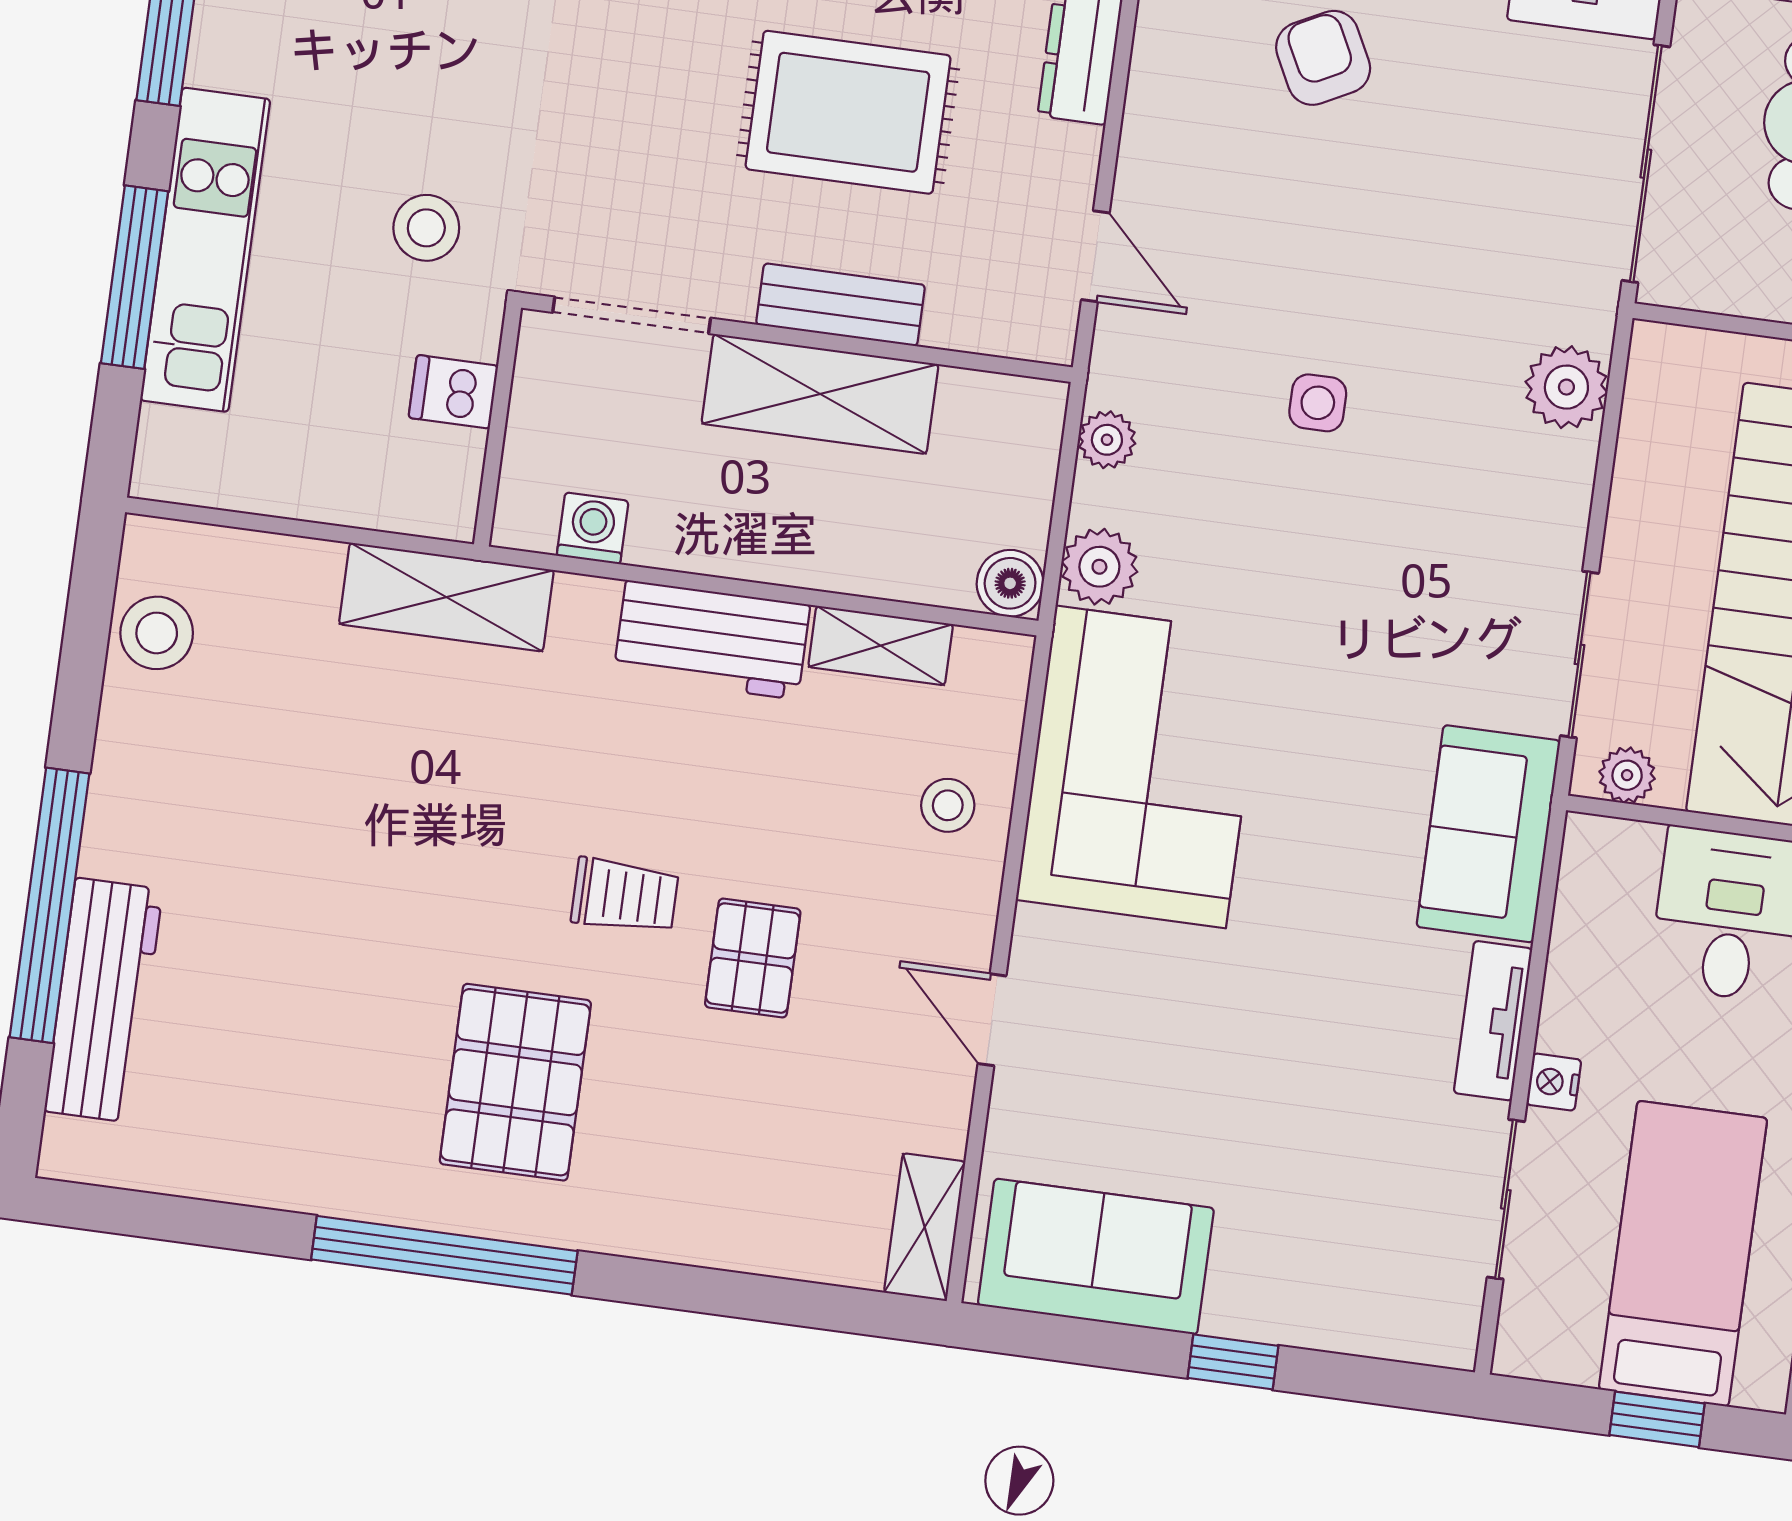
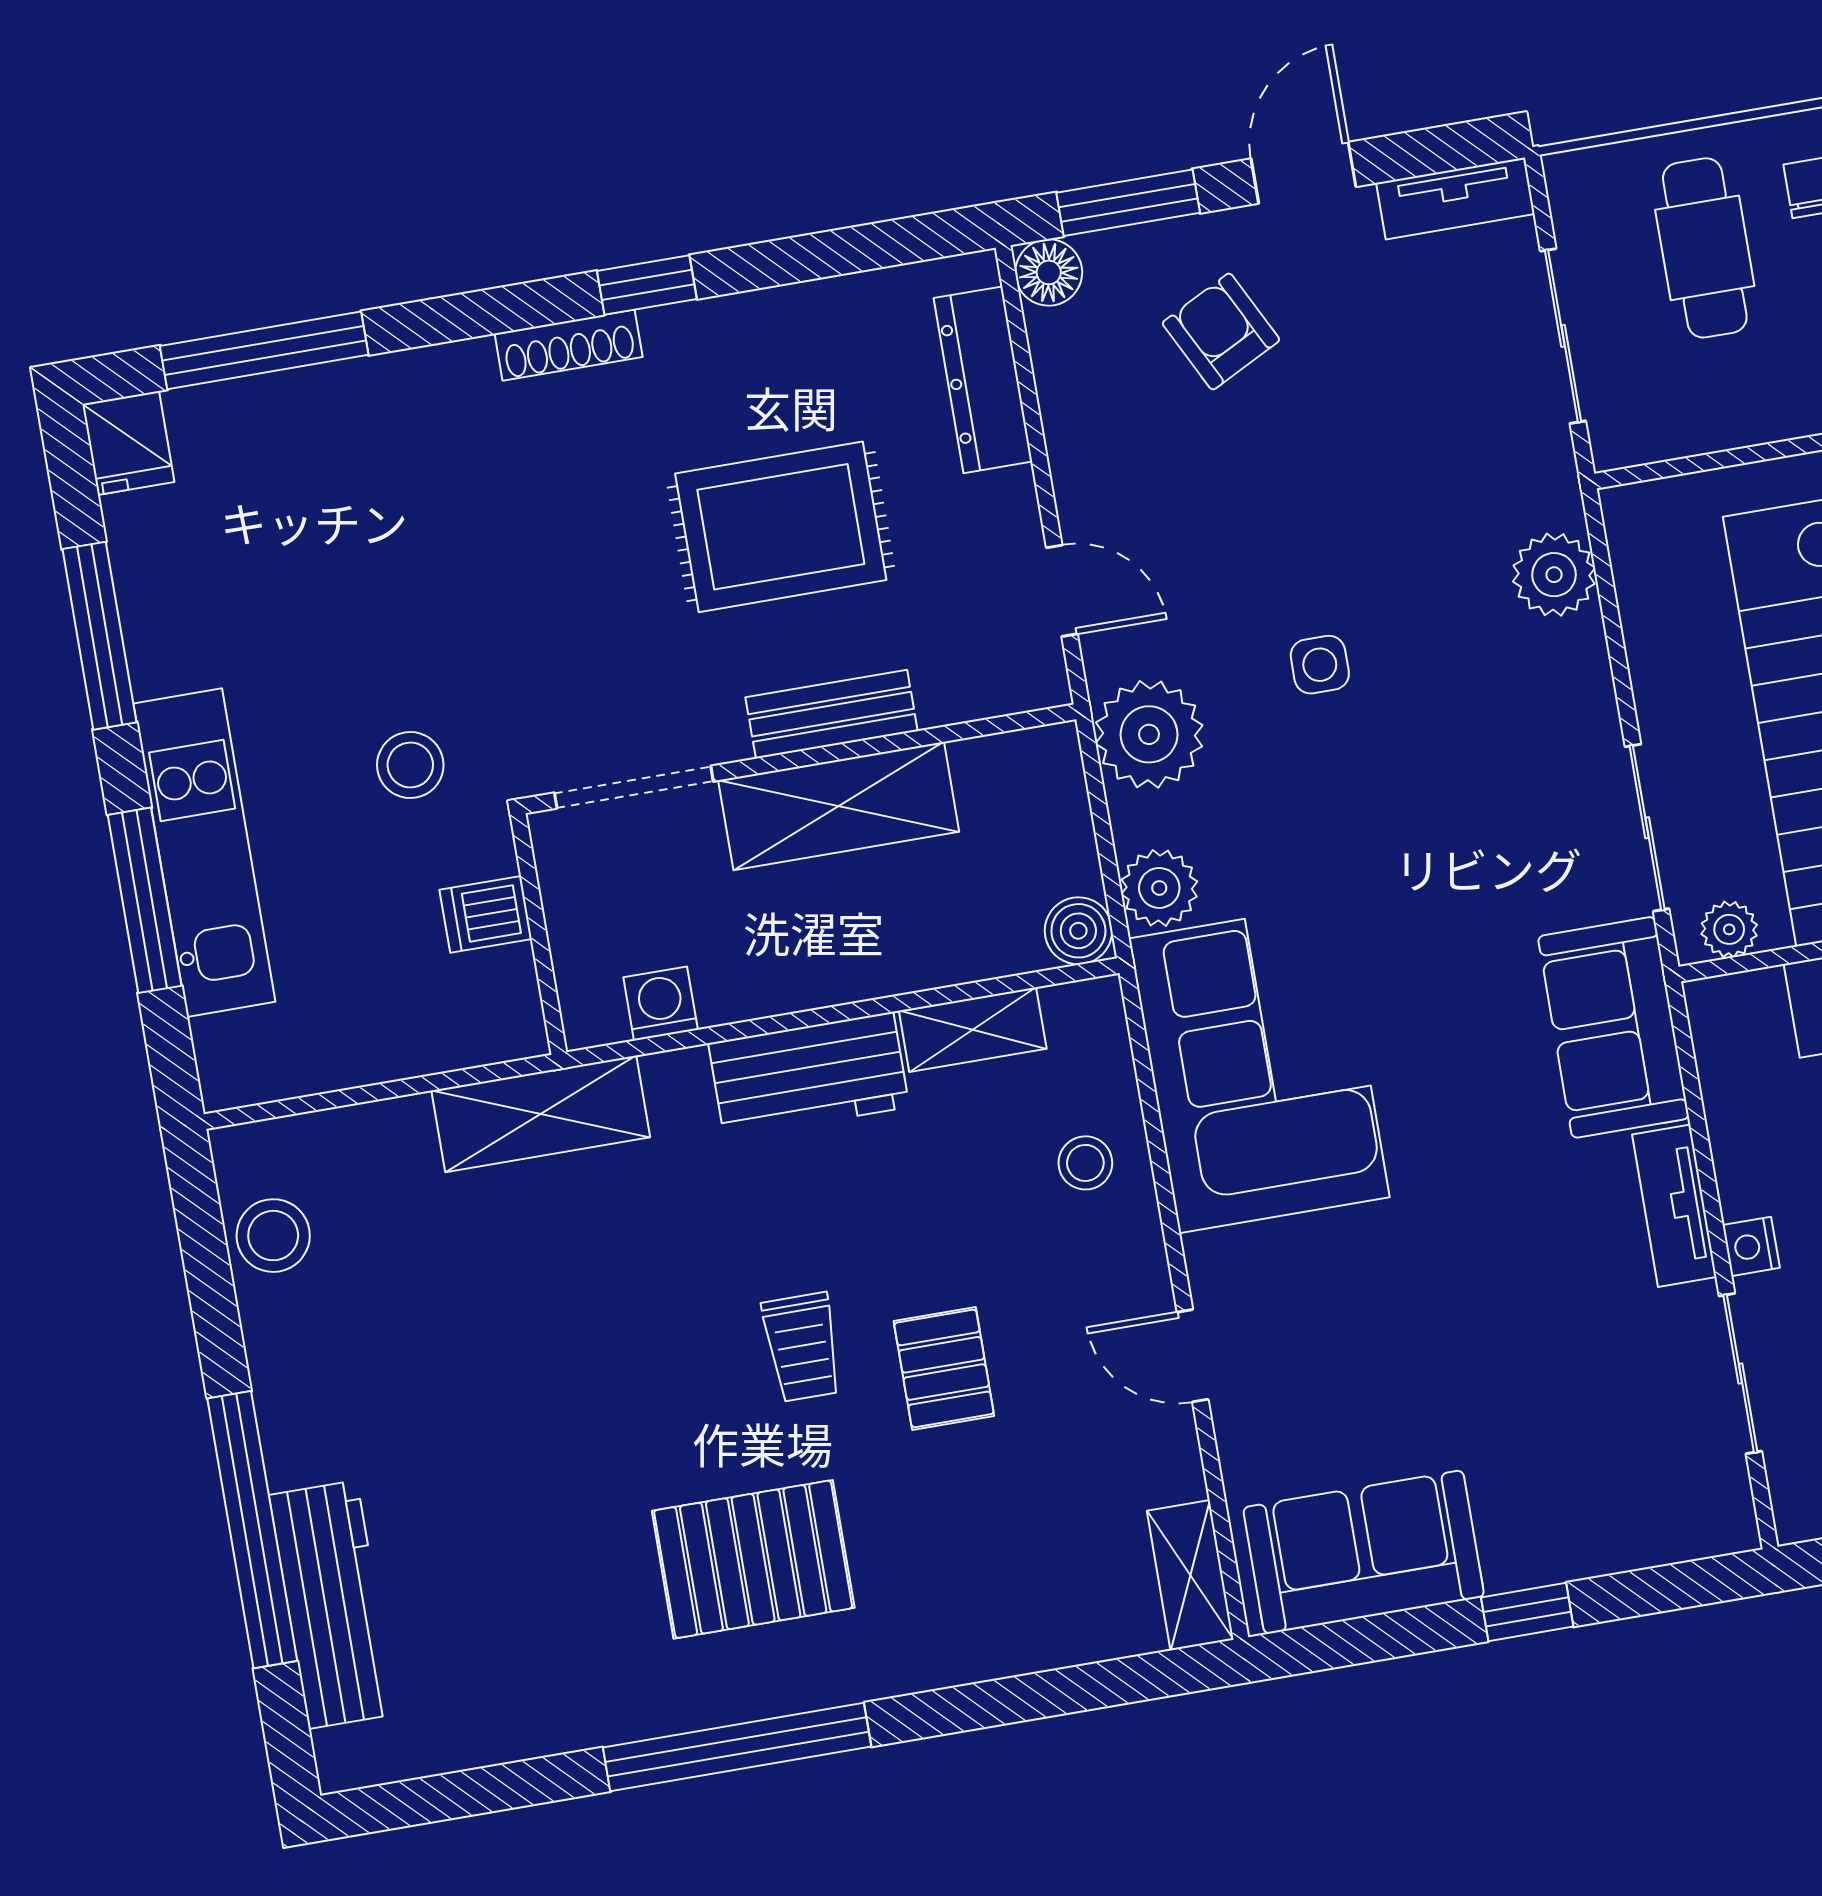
sliding door: (1646, 164) -> (1563, 336), width x0.73
plant: (1107, 440) -> (1149, 734), width x1.87, depth x1.87
trolley: (625, 896) -> (802, 1347), turned 90
pallet: (515, 1082) -> (753, 1559), turned 90

